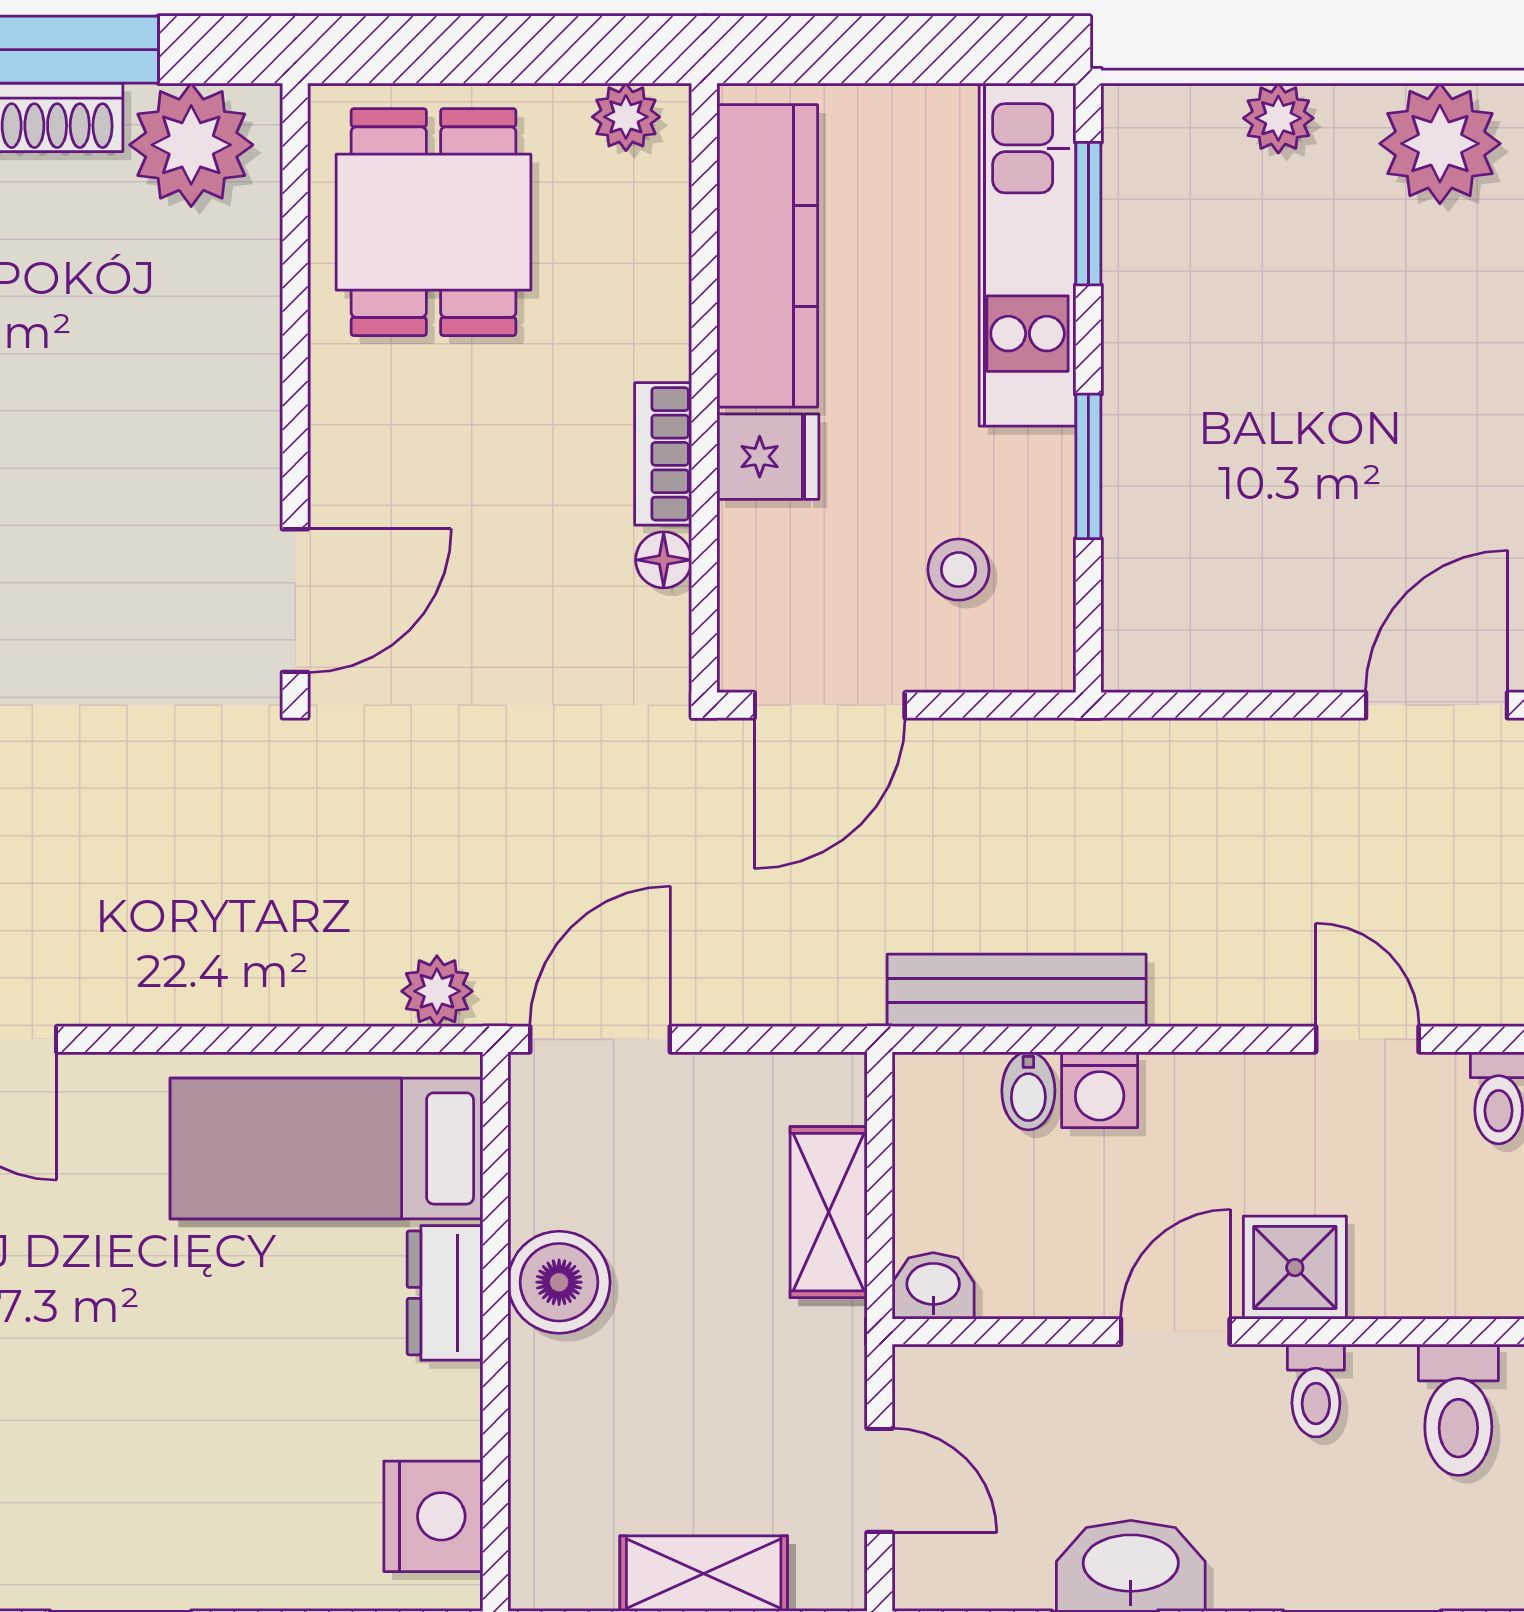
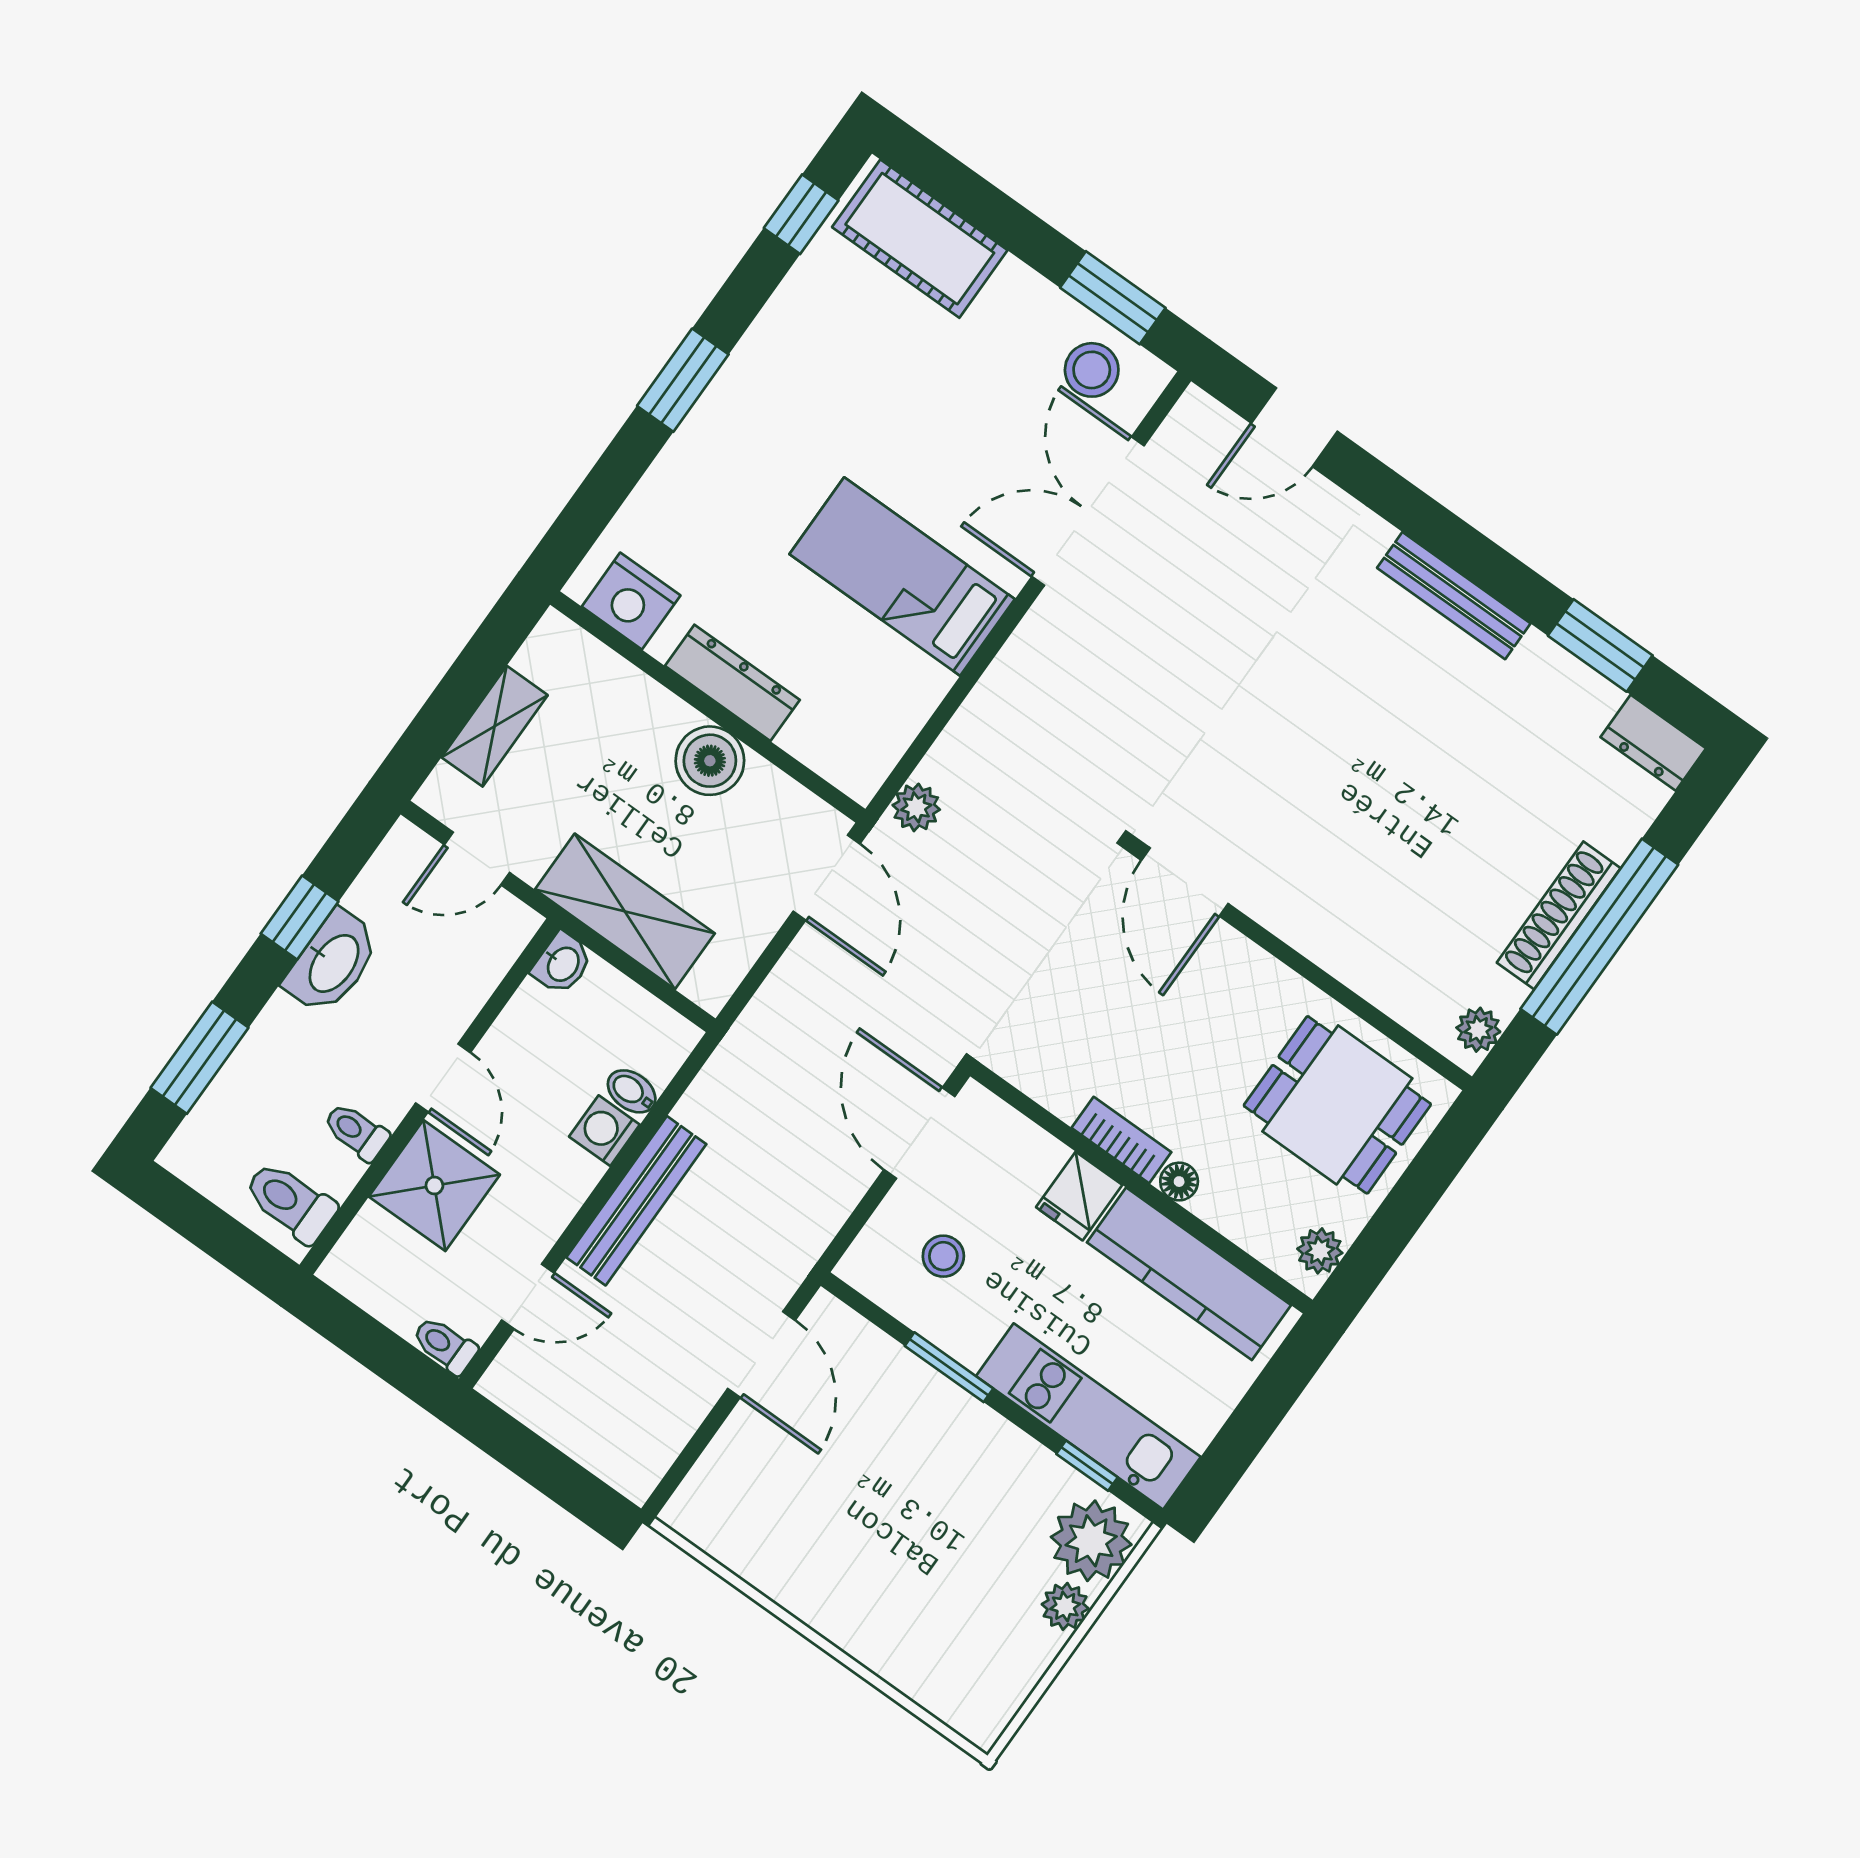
plant: (1440, 144) -> (1091, 1541), moved
plant: (191, 145) -> (1478, 1030), width x0.53, depth x0.53
window: (1088, 214) -> (1087, 1466), width x0.67
floor lamp: (664, 560) -> (1179, 1182), moved
door: (1436, 705) -> (761, 1355), moved
bench: (1017, 990) -> (636, 1201), moved
bed: (326, 1148) -> (902, 577), moved, turned -90
shelving: (829, 1212) -> (625, 911), width x1.50, depth x1.33
shower: (1295, 1268) -> (434, 1186), width x1.36, depth x1.36
dresser: (445, 1293) -> (732, 683), width x1.44

